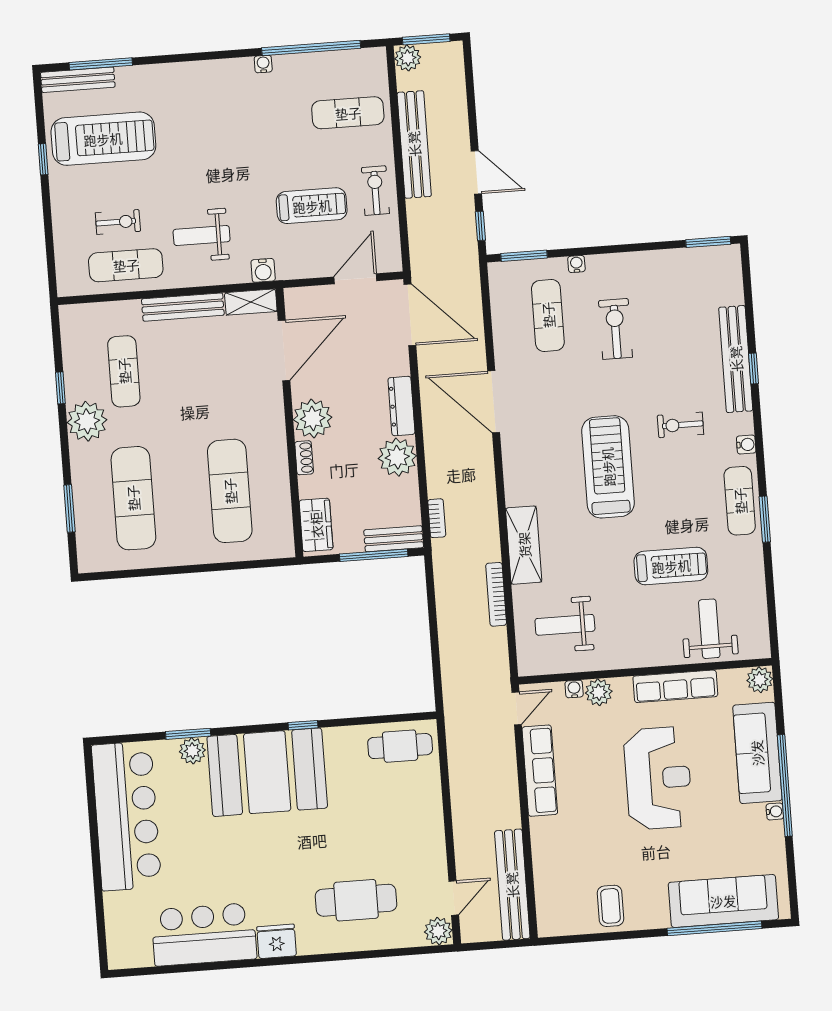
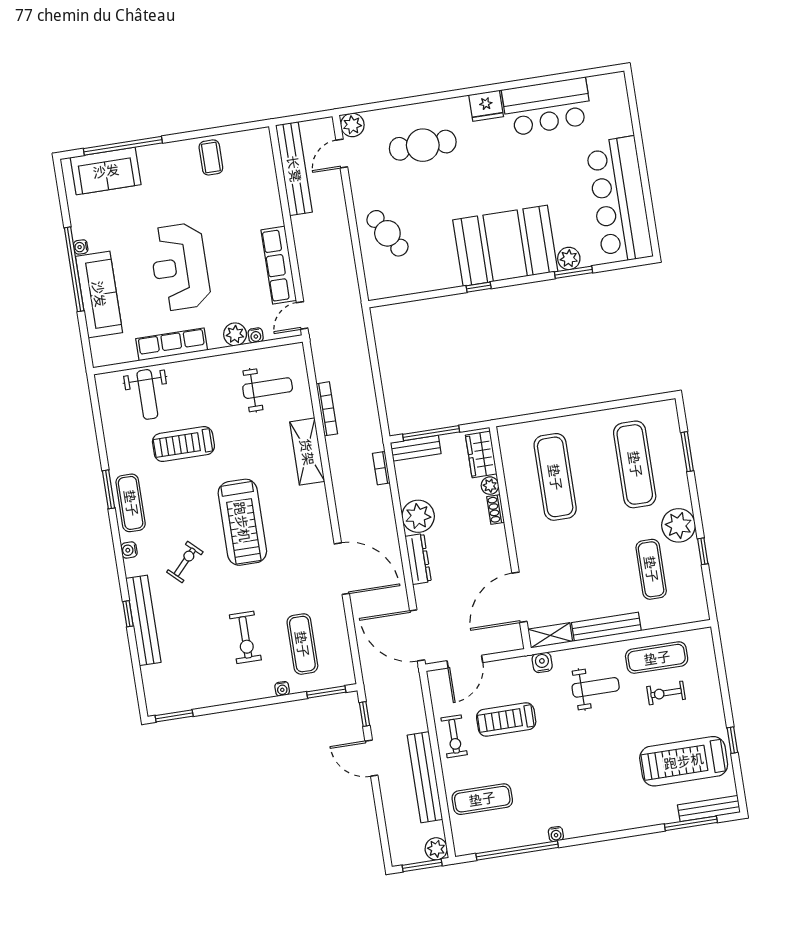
plant: (313, 418) -> (490, 486), moved, width x0.53, depth x0.53
exercise bike: (680, 425) -> (185, 562), turned -47
plant: (760, 680) -> (102, 355), removed
cafe table: (400, 746) -> (387, 233), moved, turned 59
sofa: (723, 901) -> (106, 171), width x0.73

